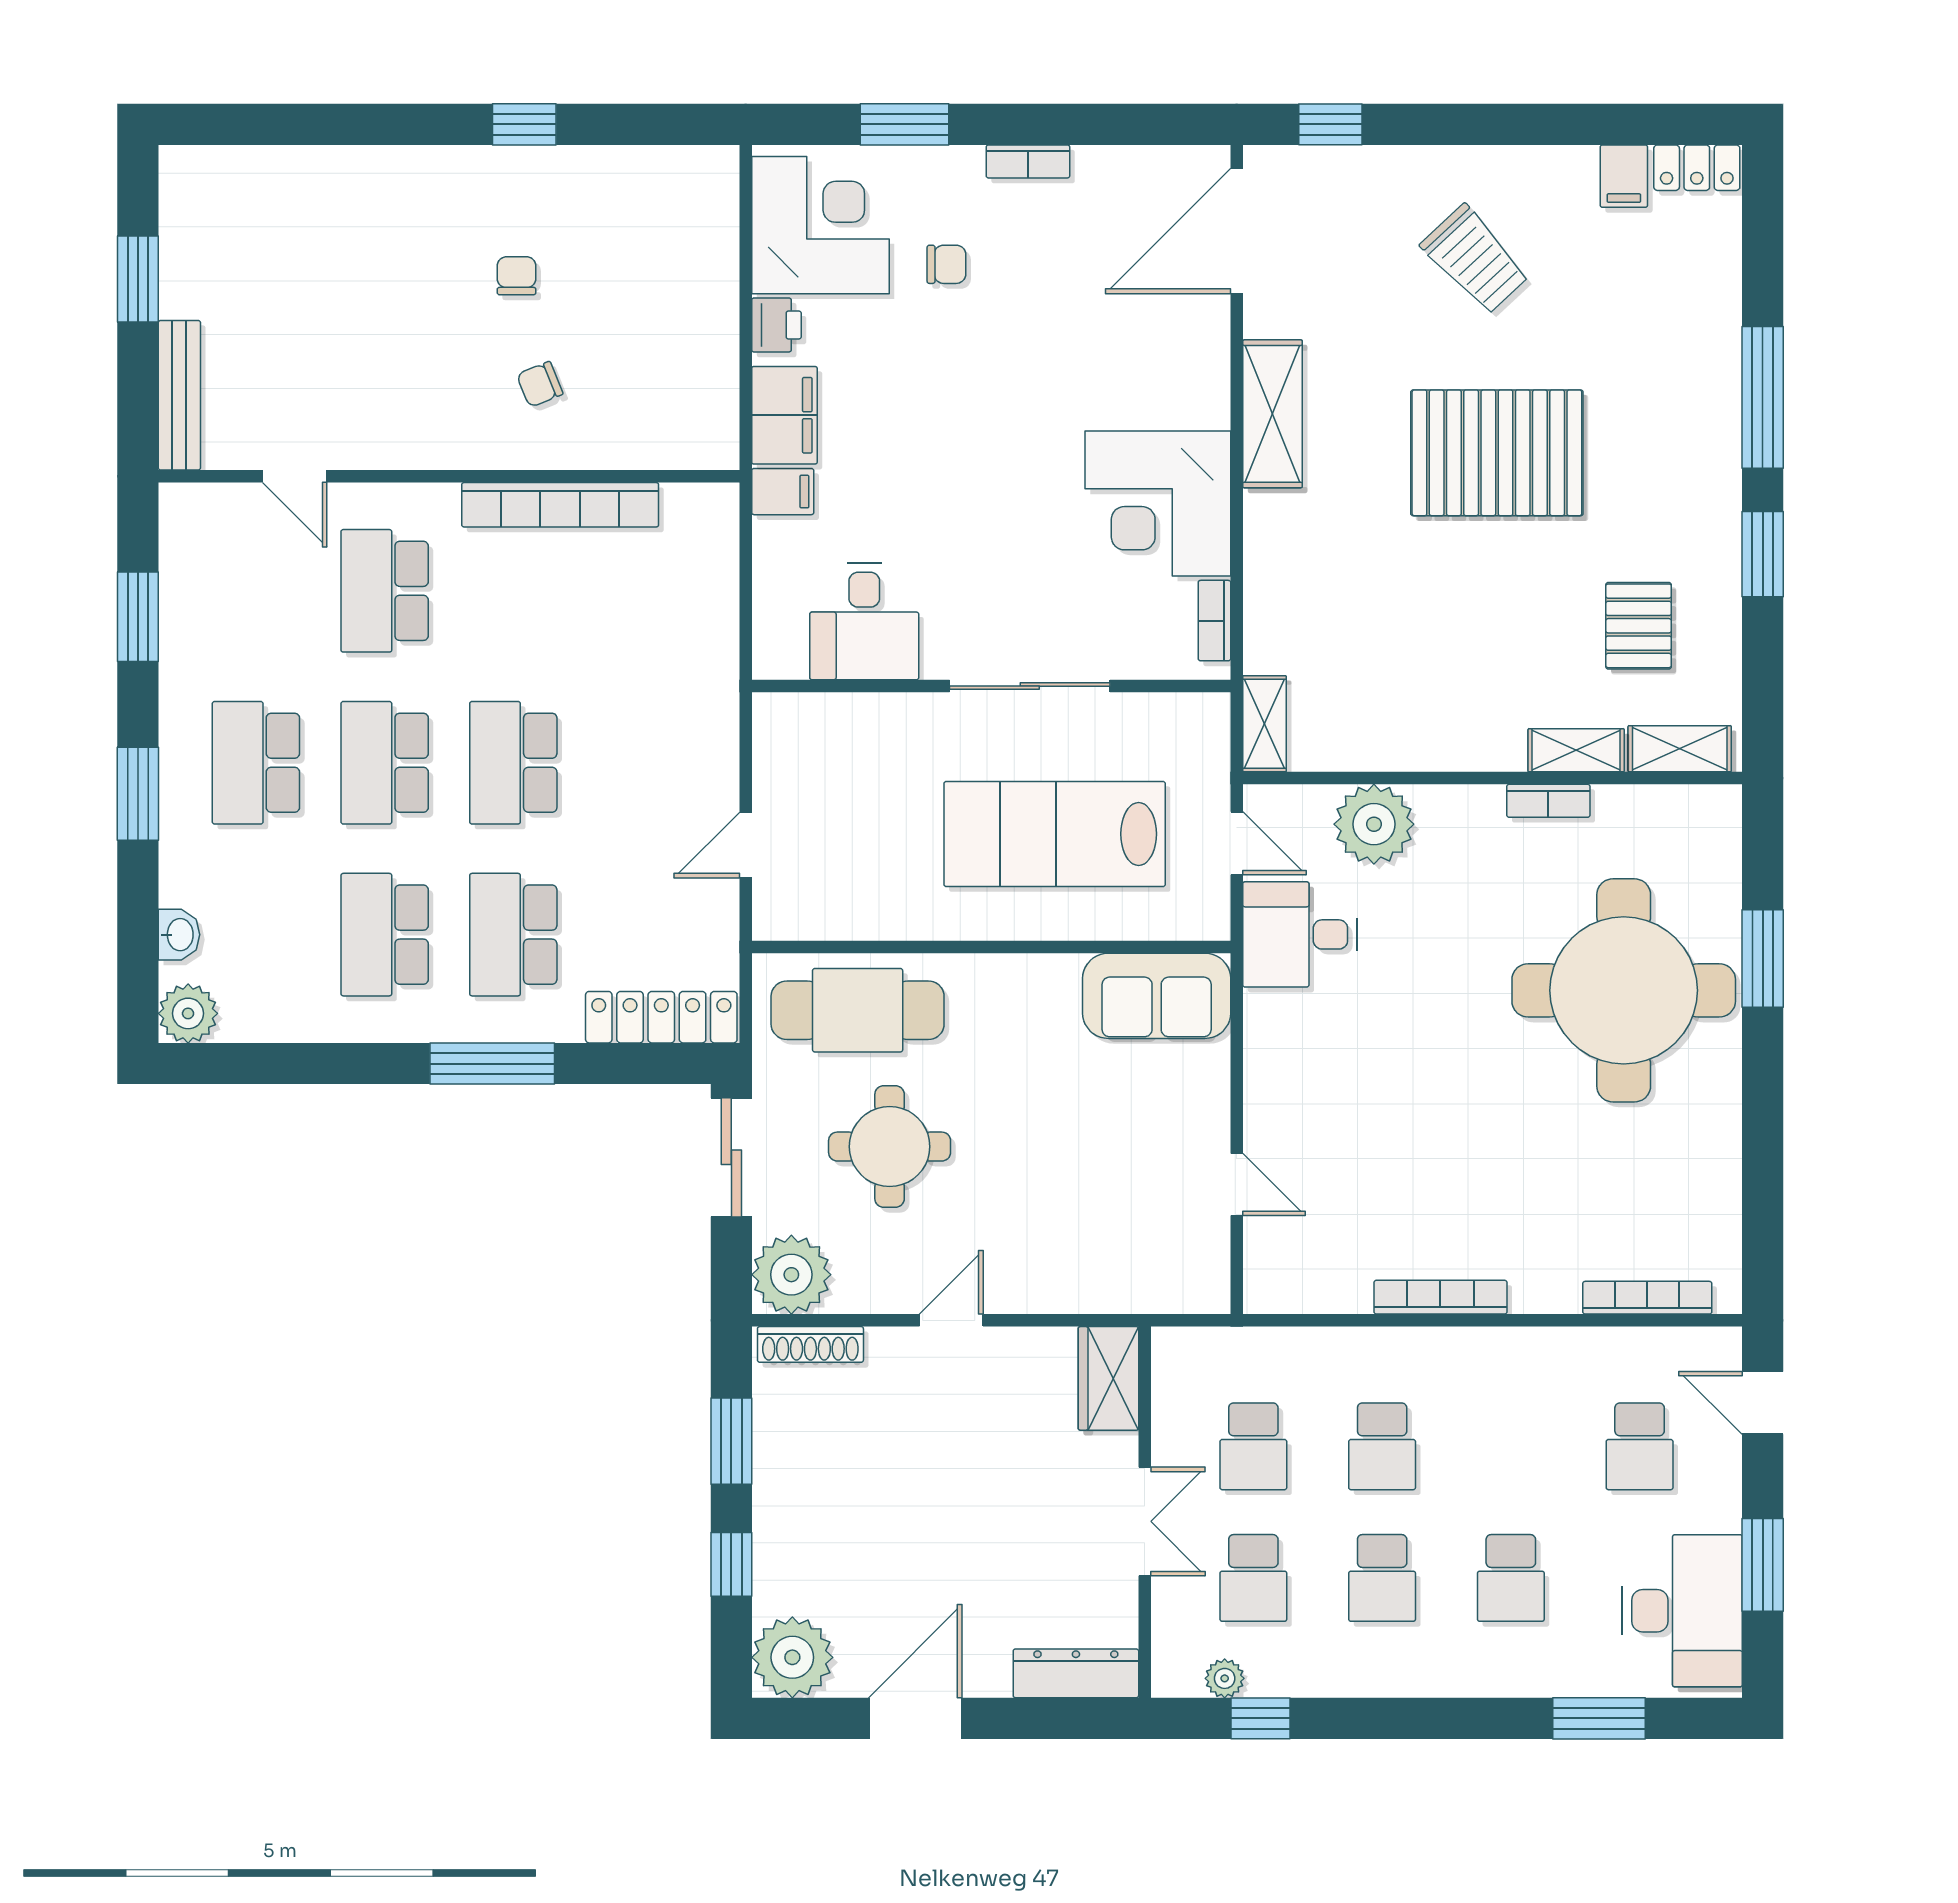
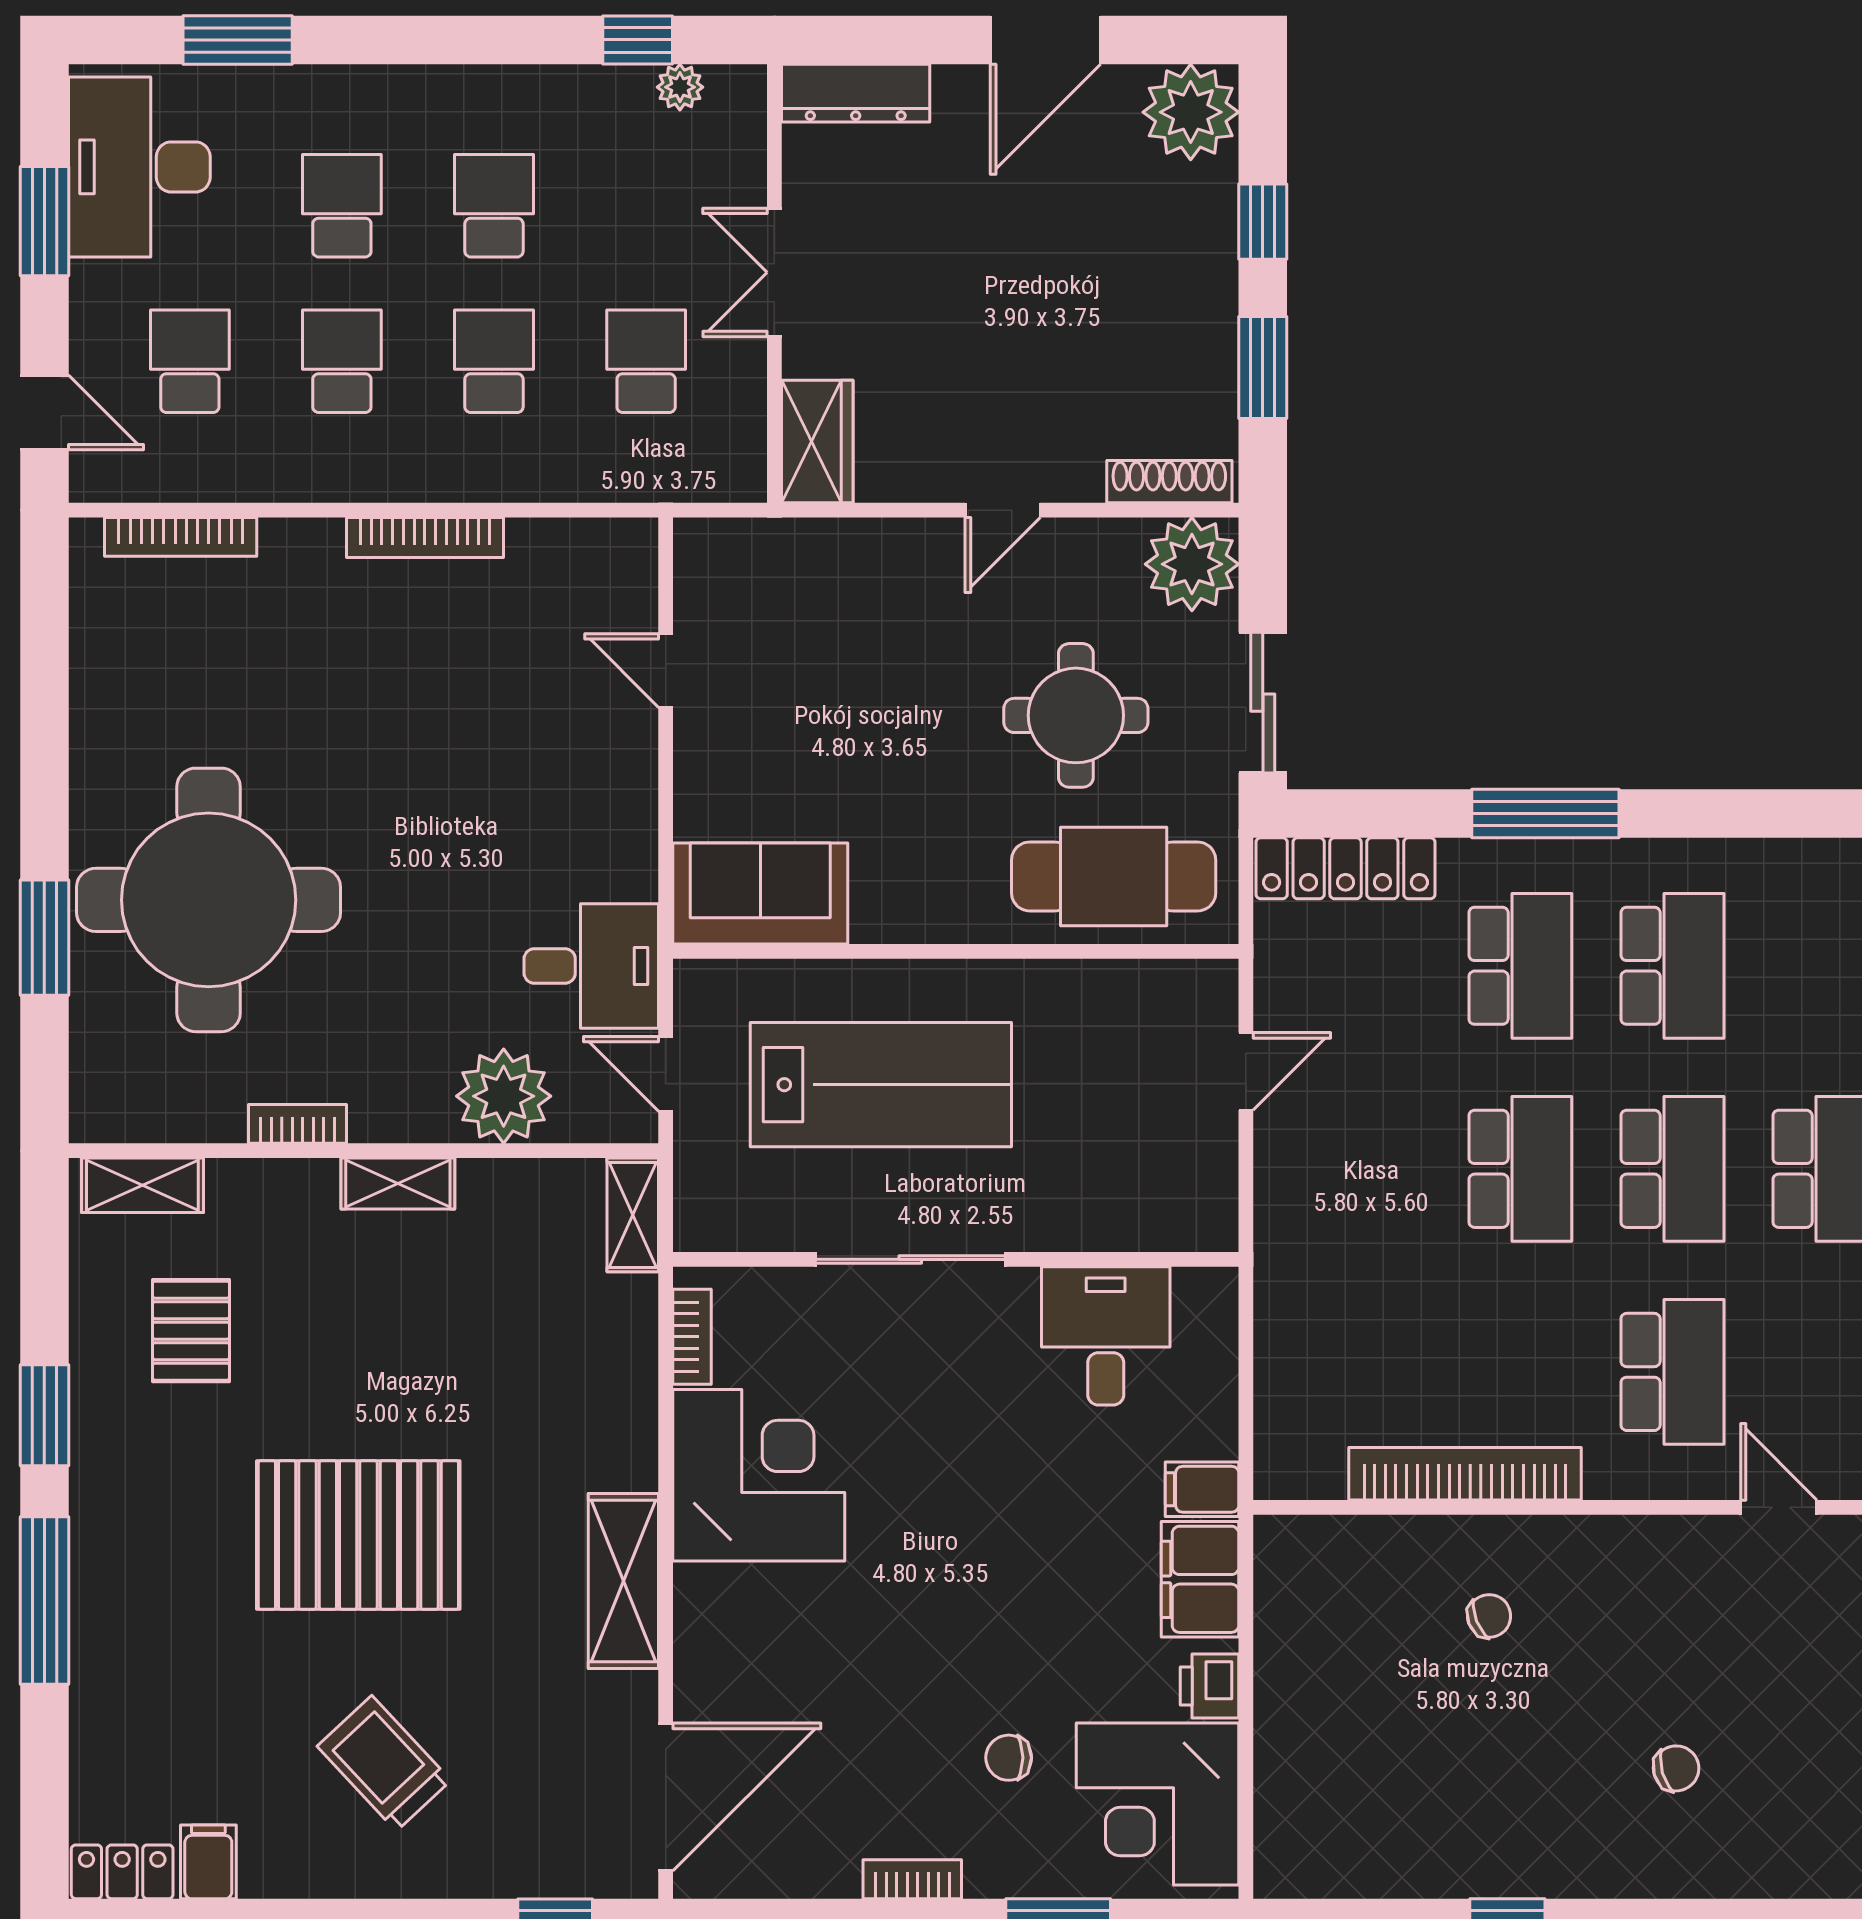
chair: (517, 276) -> (1676, 1768), moved, turned -106
shelving: (1576, 750) -> (398, 1183), moved
school desk: (1253, 1578) -> (342, 361), moved

